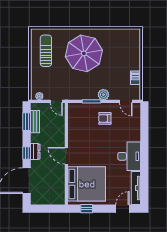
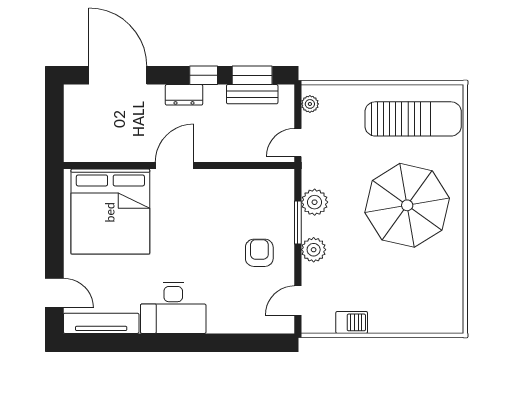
sun lounger: (46, 51) -> (413, 119), width x1.36, depth x1.34
plant: (83, 94) -> (315, 202), added
window: (27, 153) -> (204, 75), moved
window: (87, 209) -> (54, 211), removed

